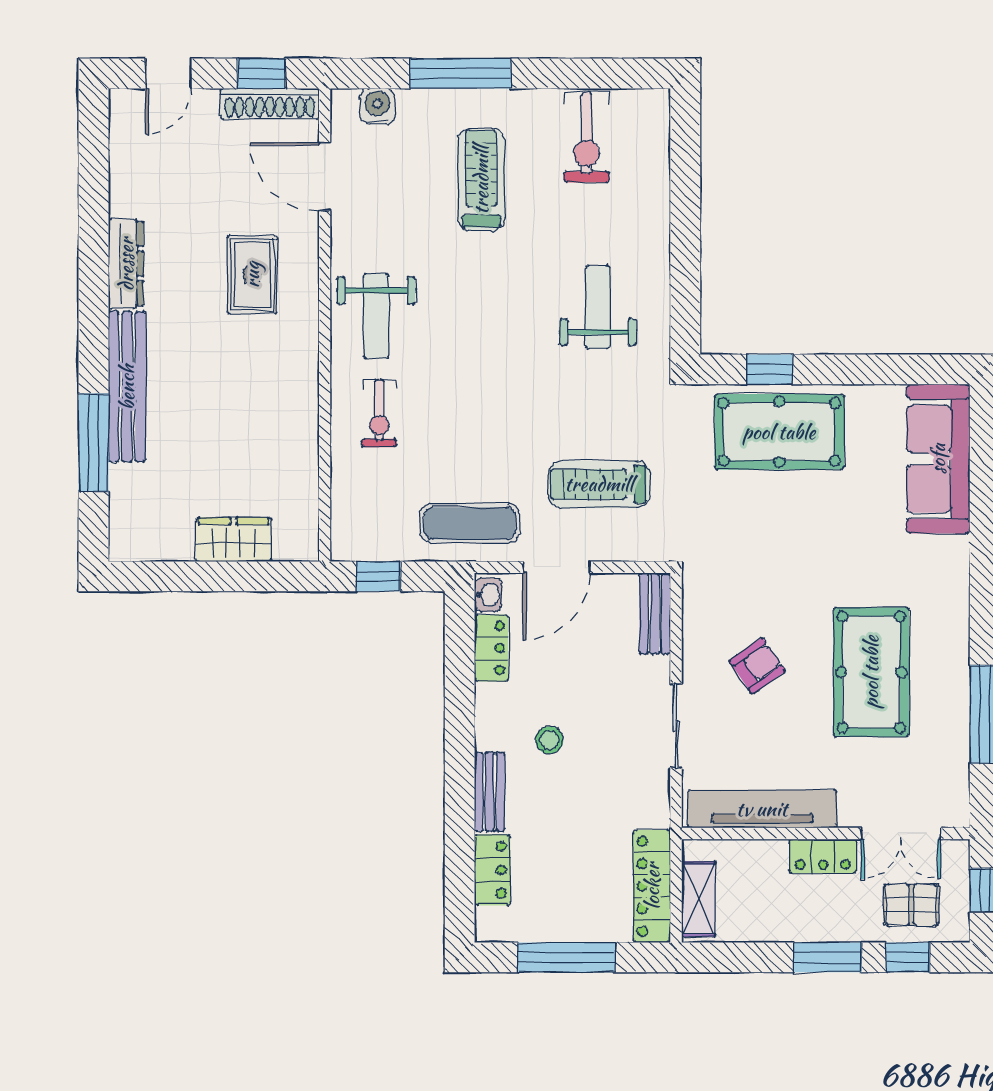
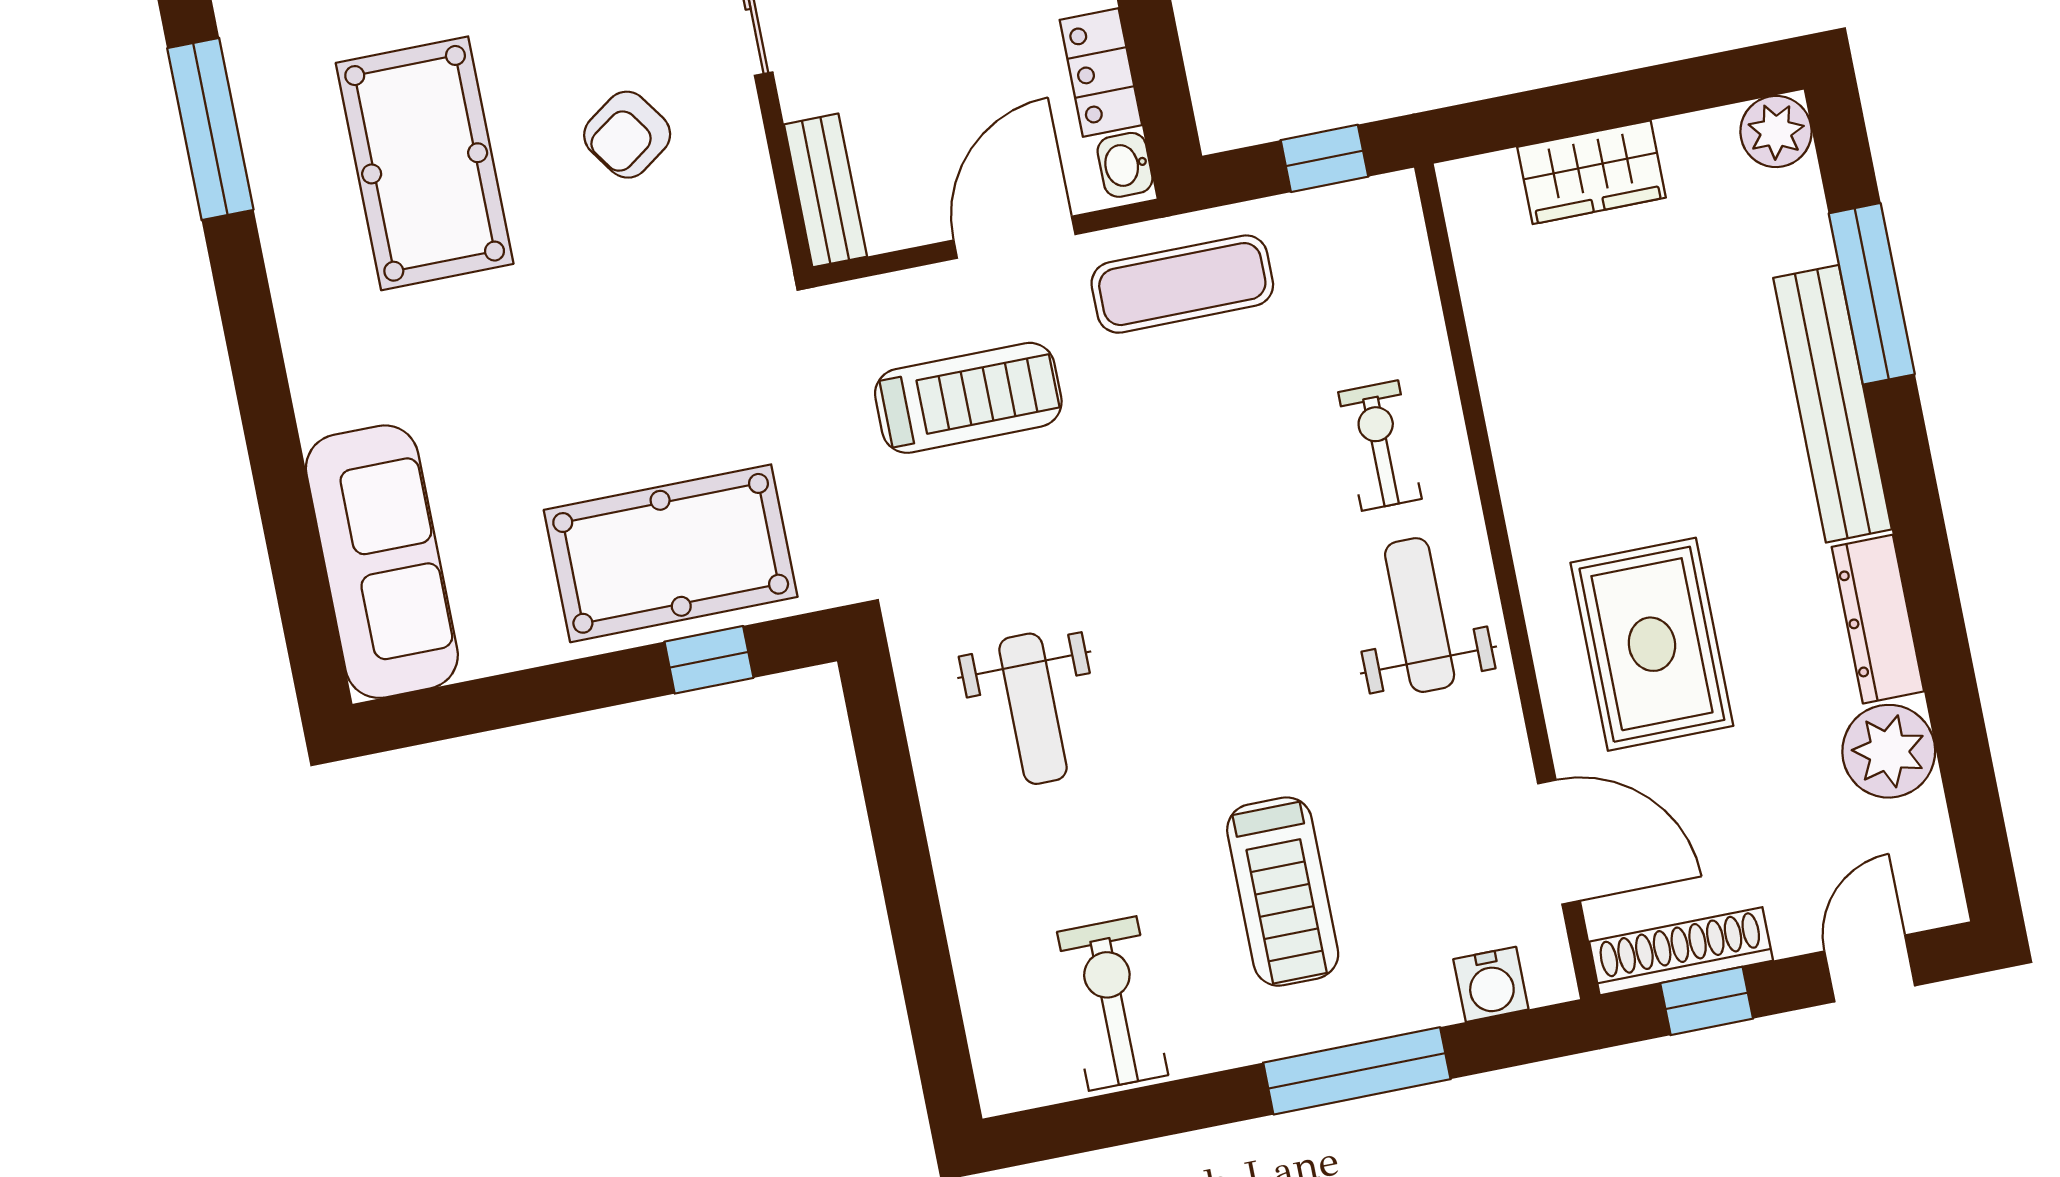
plant: (134, 190) -> (1889, 751), added
rug: (252, 275) -> (1652, 644), width x1.36, depth x1.43
plant: (128, 542) -> (1776, 131), added

